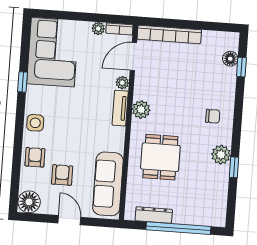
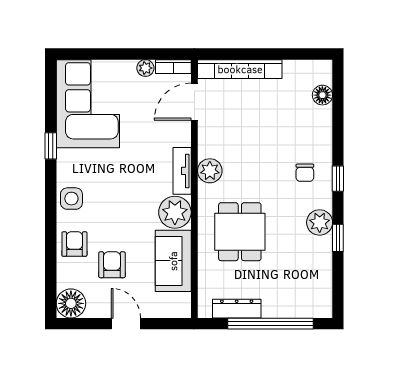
window: (241, 67) -> (338, 179), moved
plant: (122, 83) -> (175, 212), moved, width x1.87, depth x1.87
chair: (213, 116) -> (305, 173), turned 90
sofa: (108, 184) -> (173, 261), width x0.73

